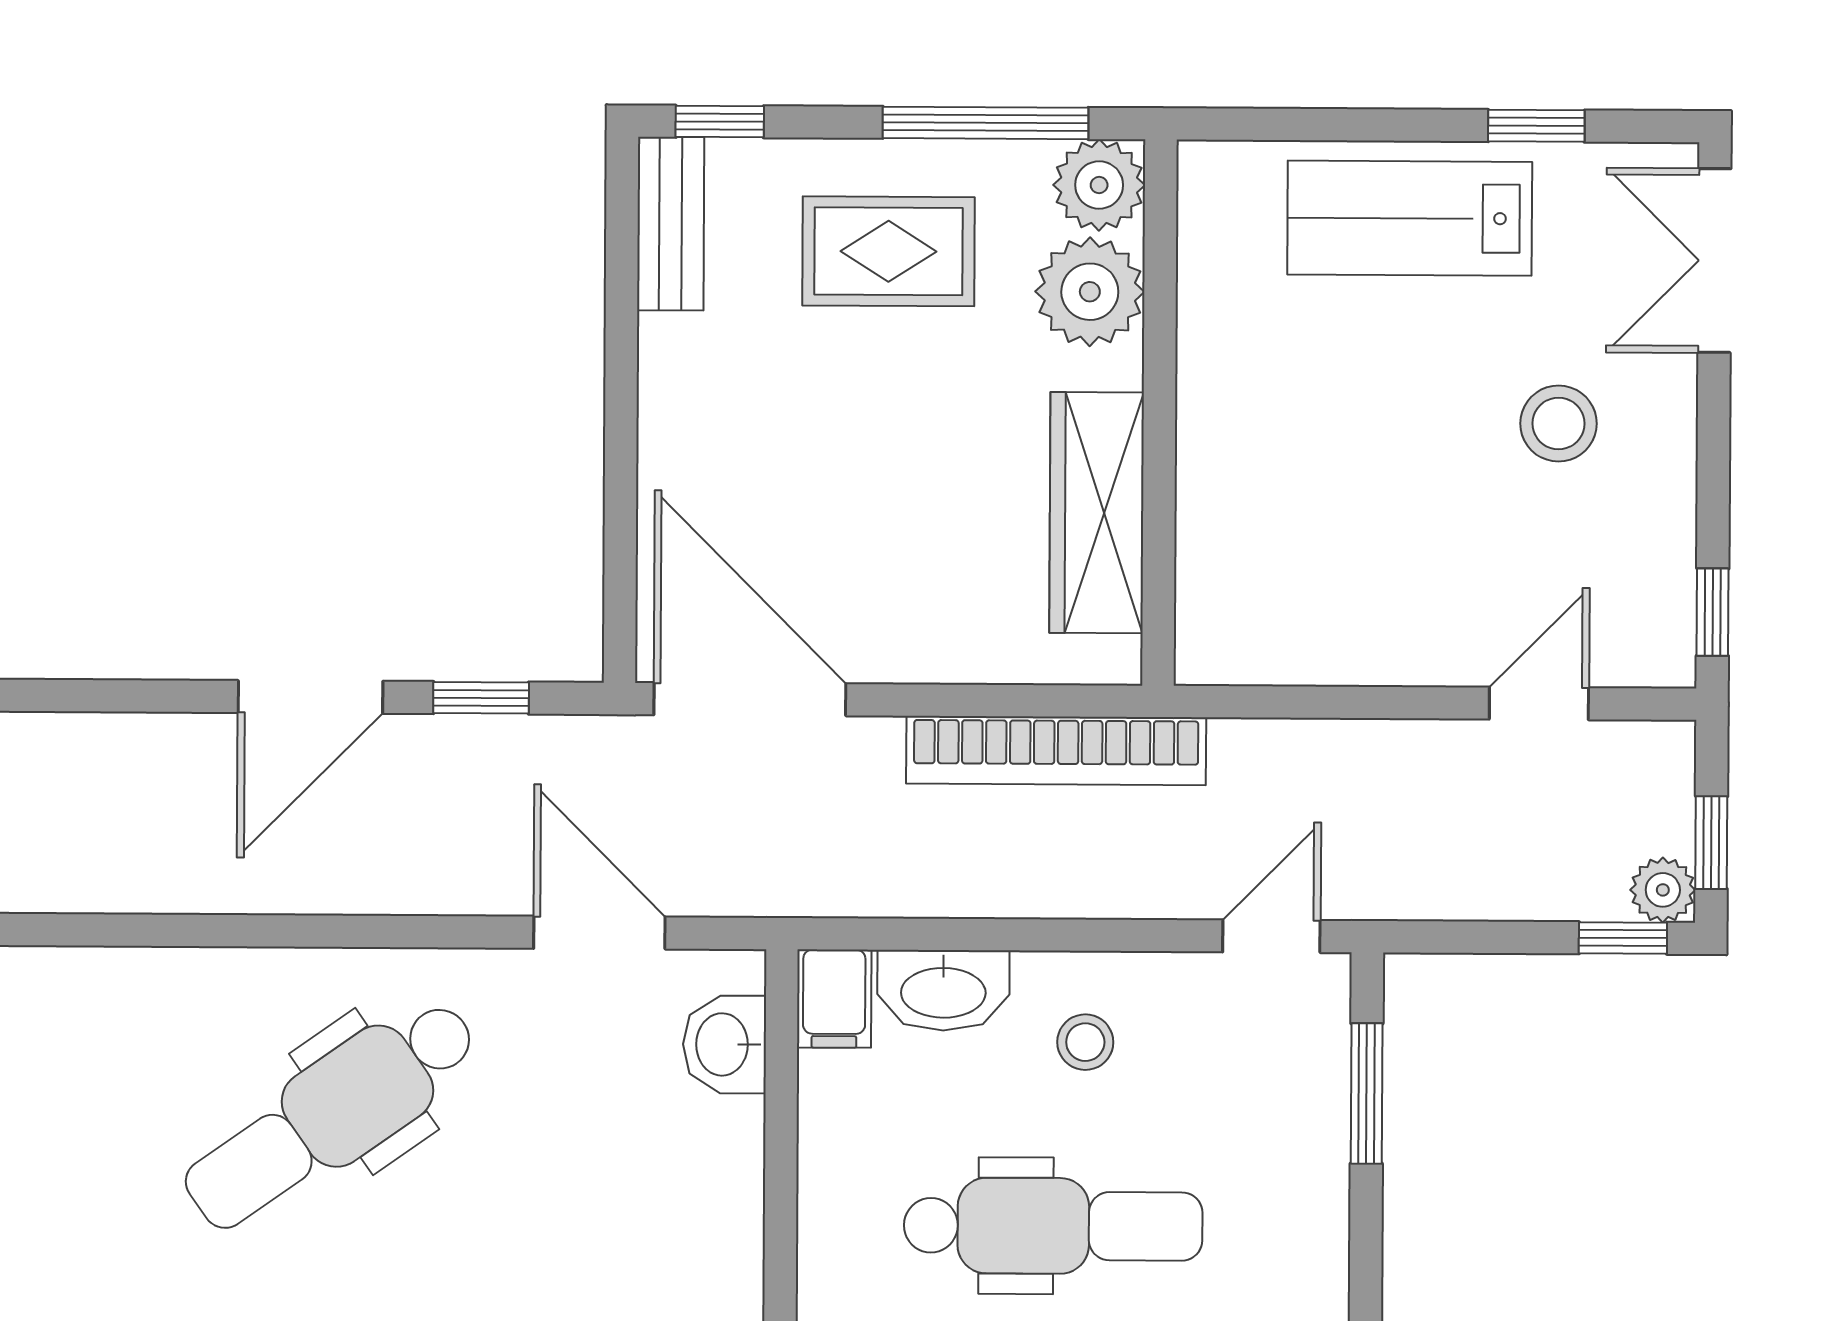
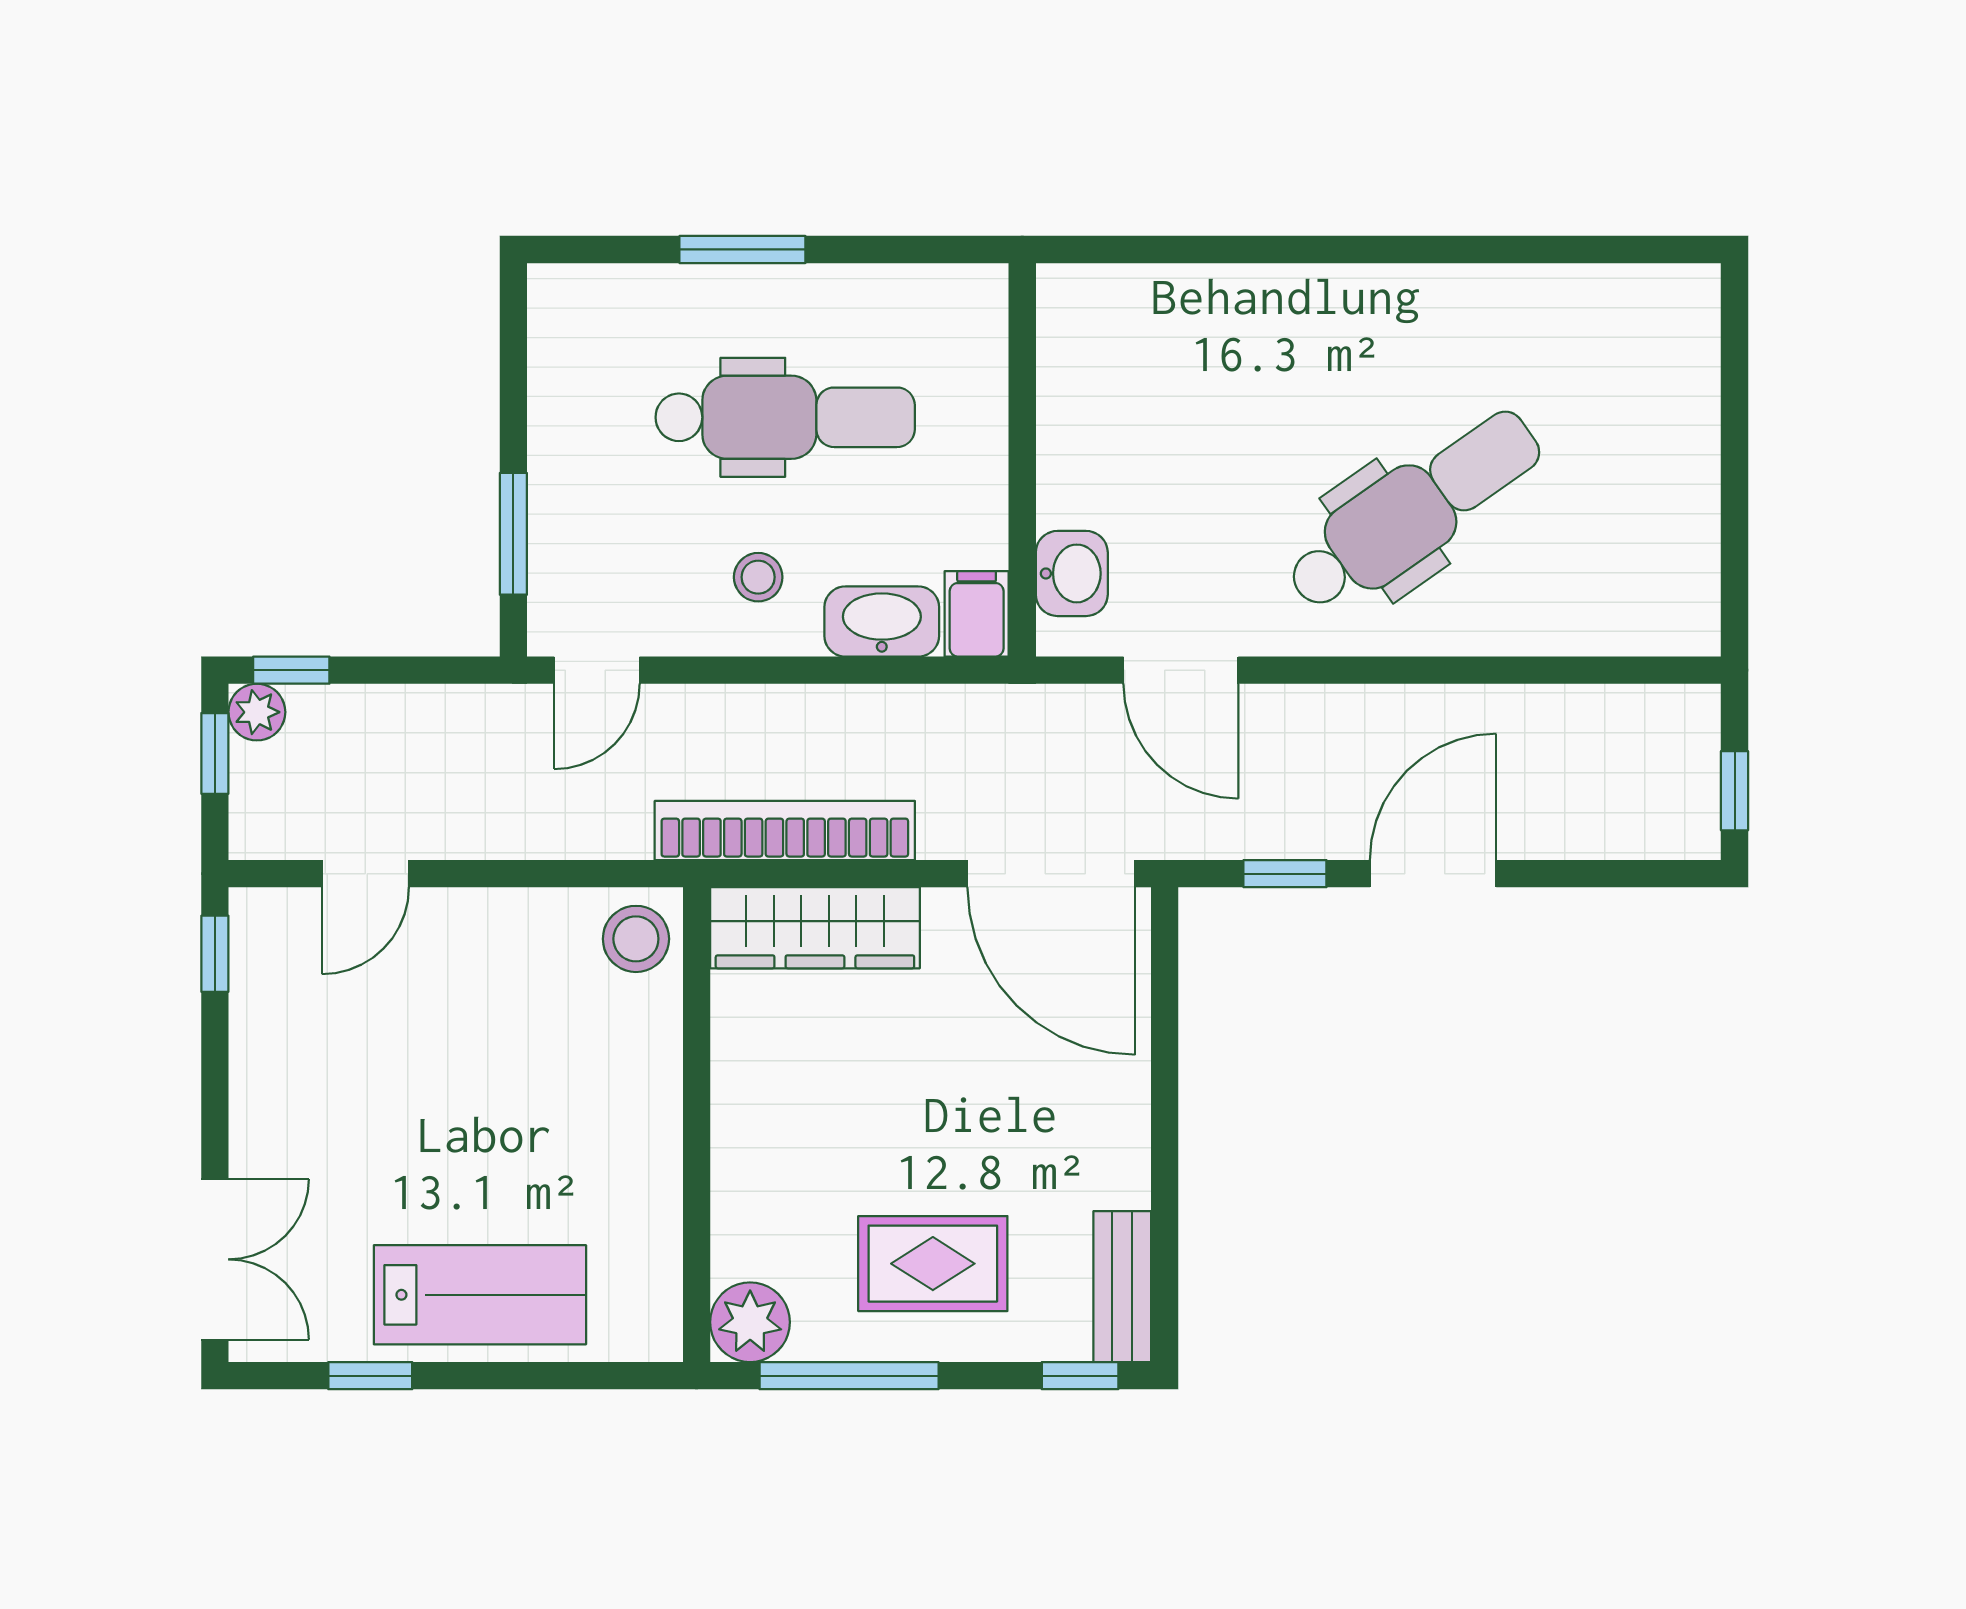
plant: (1090, 292) -> (758, 1229), removed
stool: (1559, 424) -> (636, 939), moved
wardrobe: (1097, 513) -> (815, 928), moved, turned 90
dental chair: (1053, 1226) -> (785, 417), turned 180

